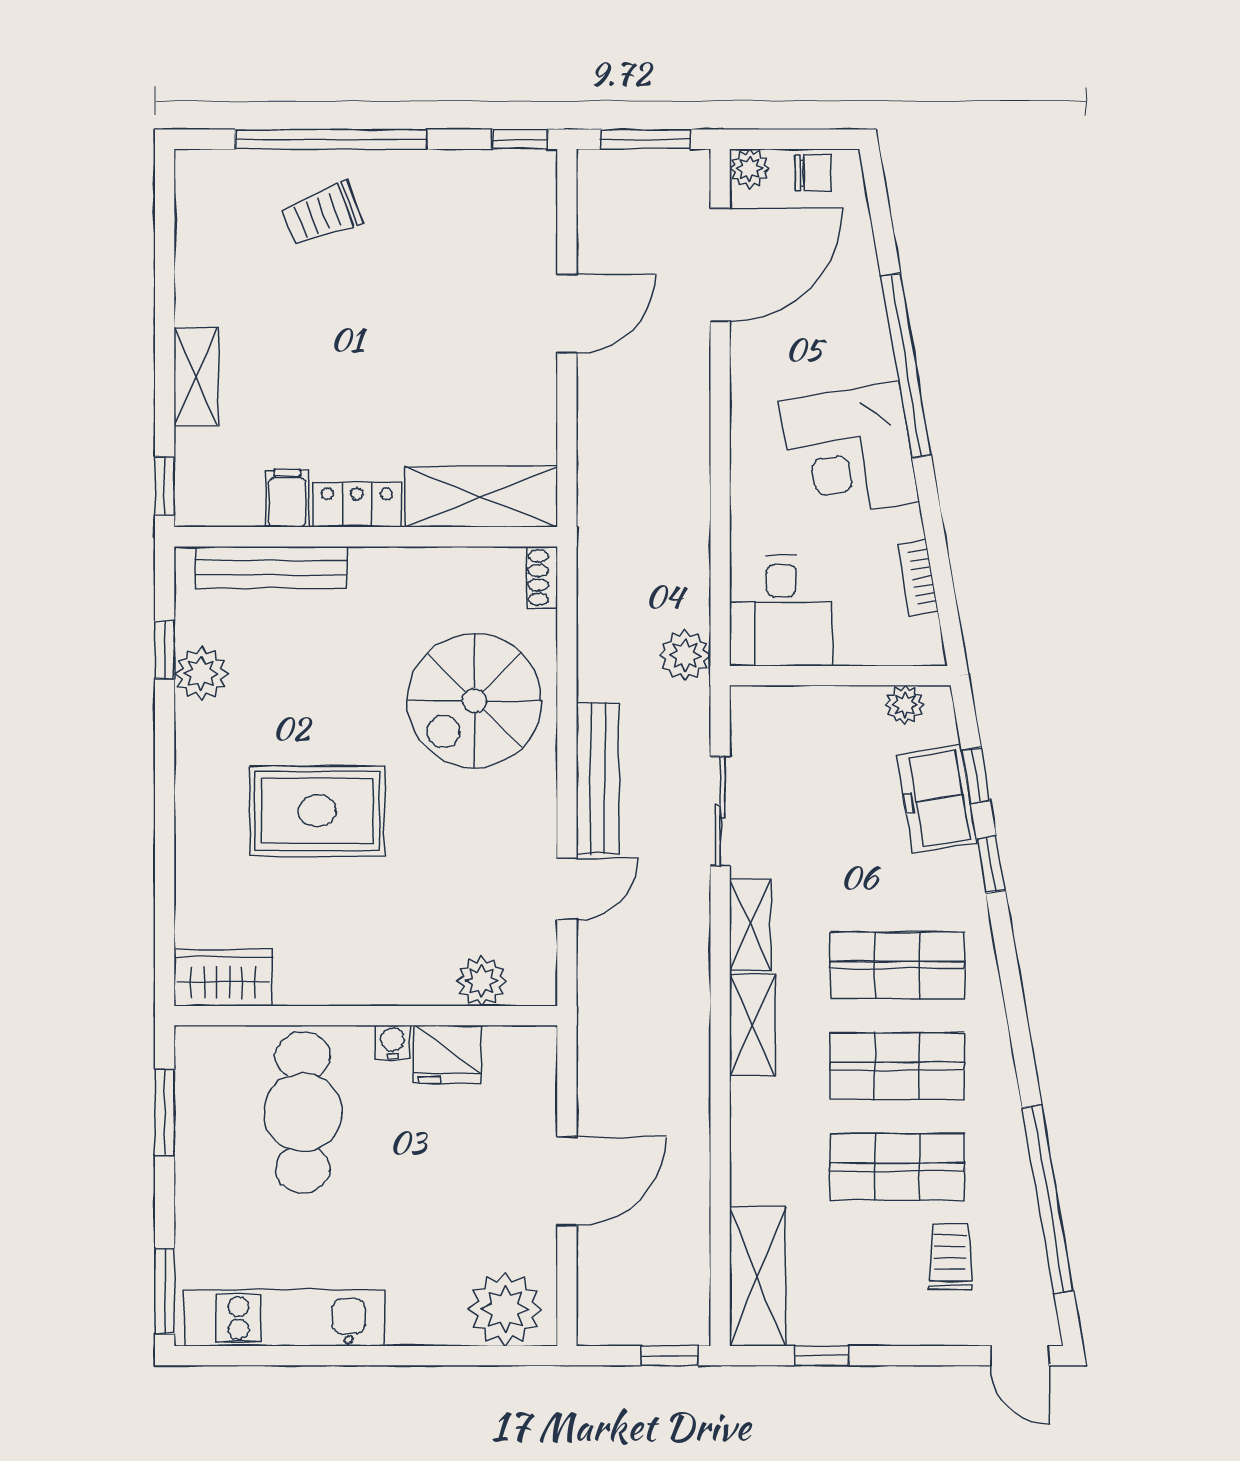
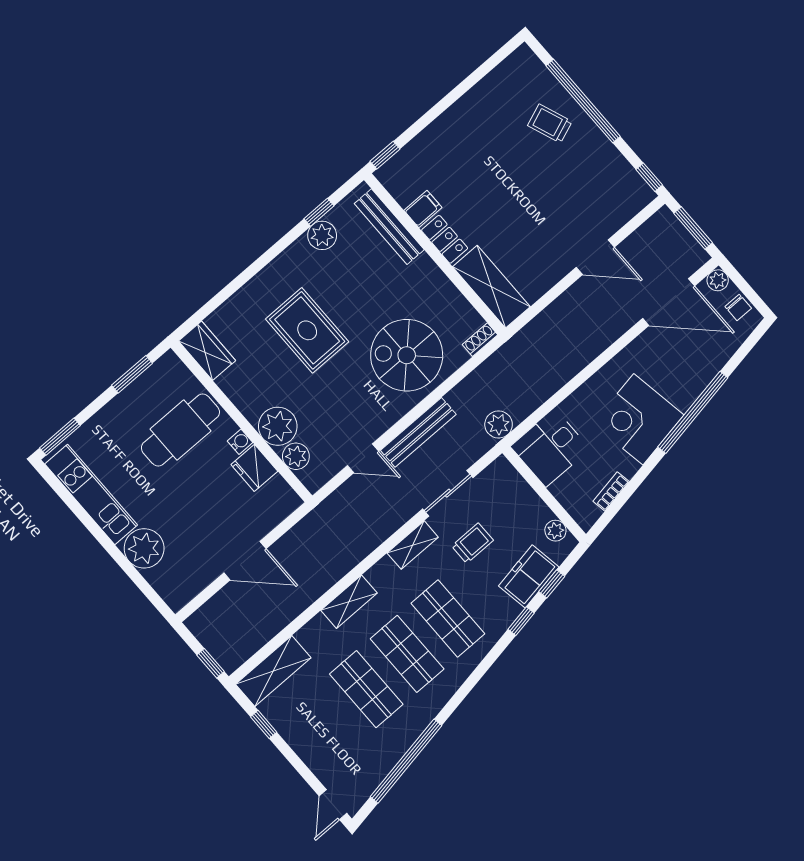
shelving: (196, 377) -> (440, 130), removed
plant: (417, 970) -> (278, 426), added
shelving: (752, 1025) -> (349, 602), moved
trolley: (950, 1257) -> (472, 543), moved
plant: (505, 1309) -> (144, 548), moved

